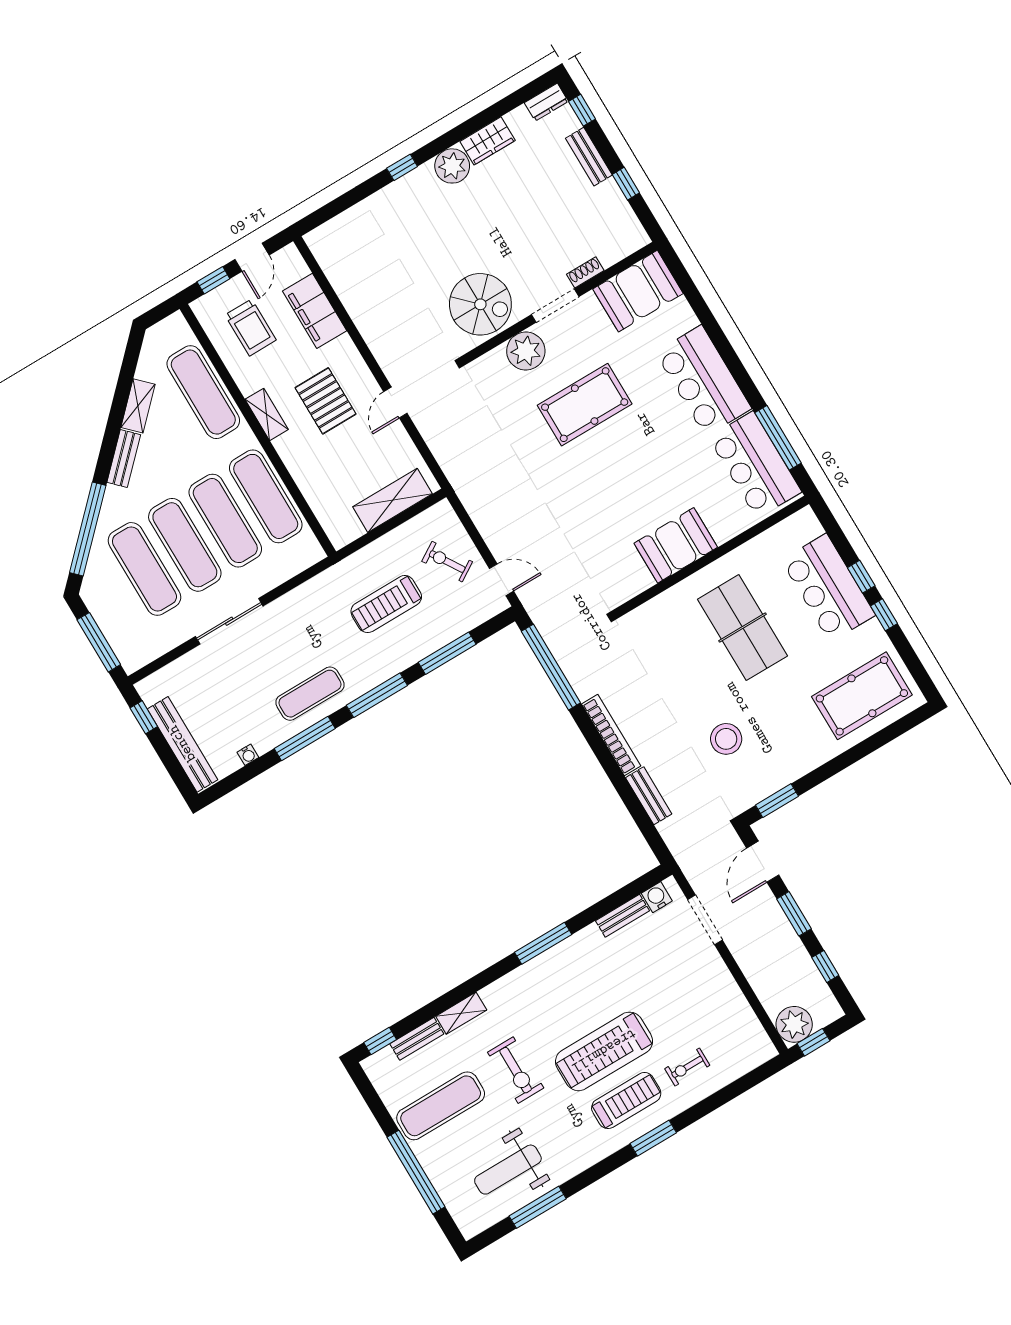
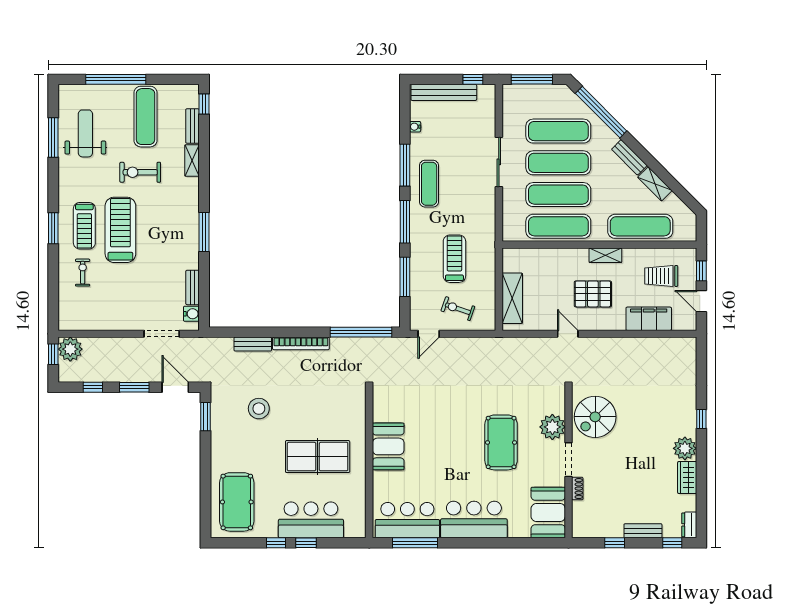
exercise bike: (447, 562) -> (458, 309), turned -129

